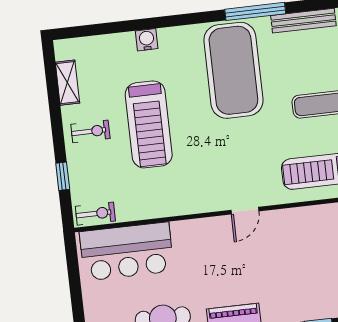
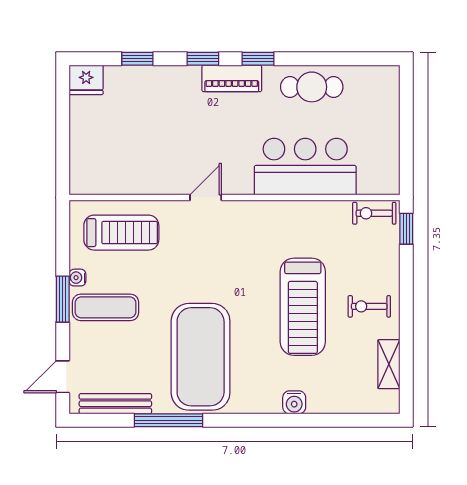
treadmill: (149, 124) -> (303, 307), turned 180
window: (63, 176) -> (406, 229), moved
bar counter: (127, 251) -> (305, 167), moved

